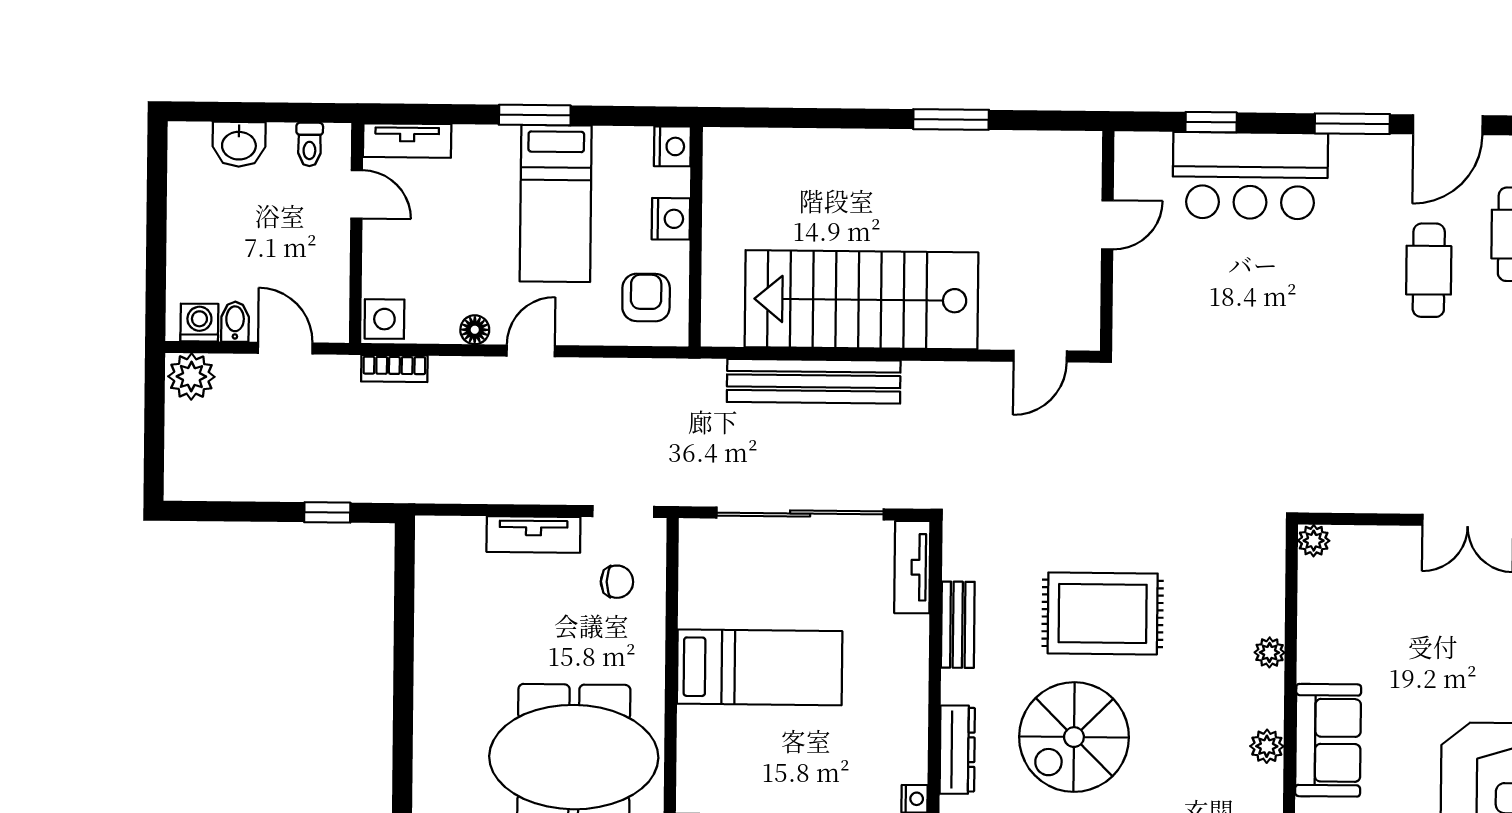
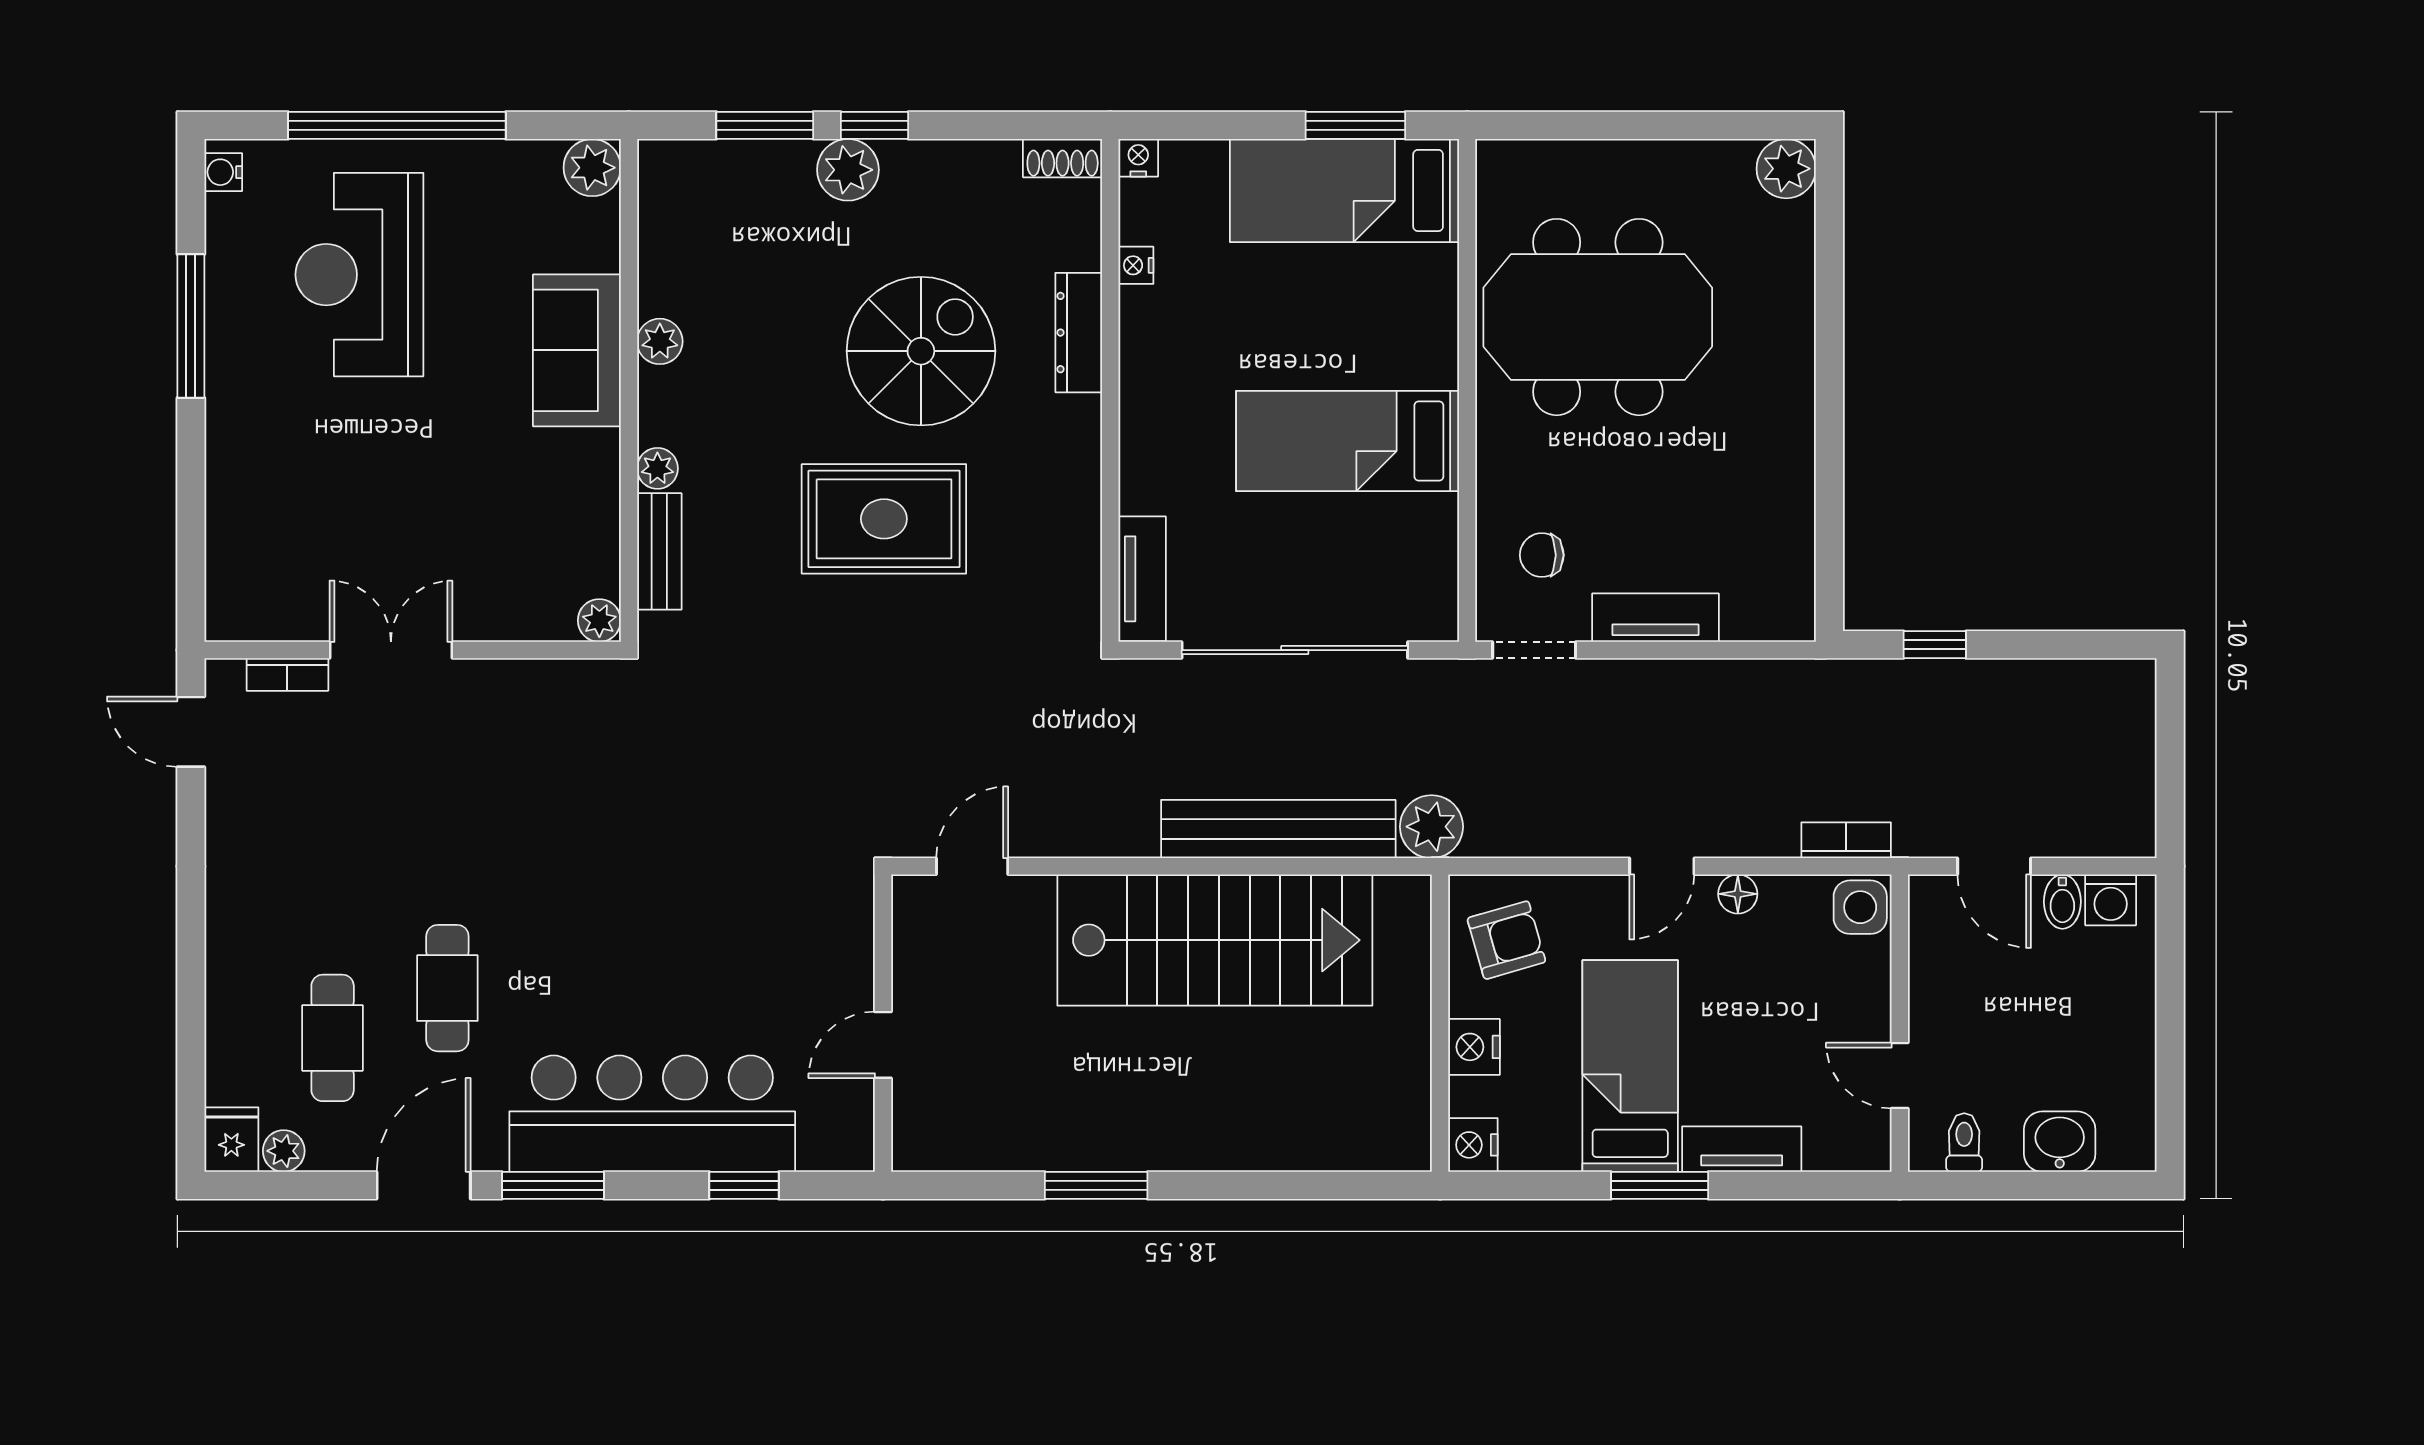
tv unit: (407, 141) -> (1742, 1149), moved
bar counter: (1250, 176) -> (652, 1114), width x1.36
armchair: (646, 297) -> (1506, 940), turned -106
plant: (191, 377) -> (1431, 827), moved
bench: (958, 625) -> (659, 551), moved

